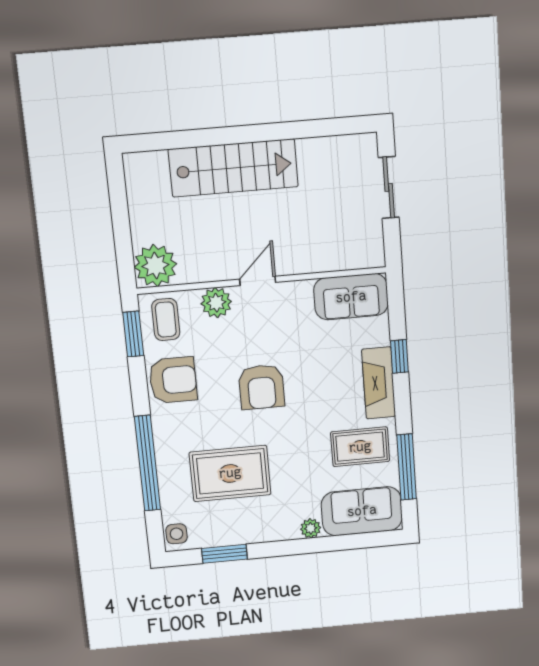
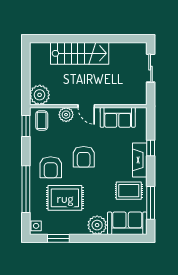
door: (258, 281) -> (86, 106), swing flipped
sofa: (351, 297) -> (118, 117), moved
armchair: (173, 380) -> (51, 167), moved, turned 90
plant: (311, 528) -> (97, 225), width x1.87, depth x1.87

